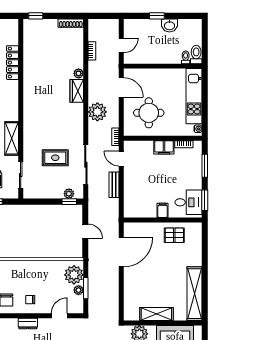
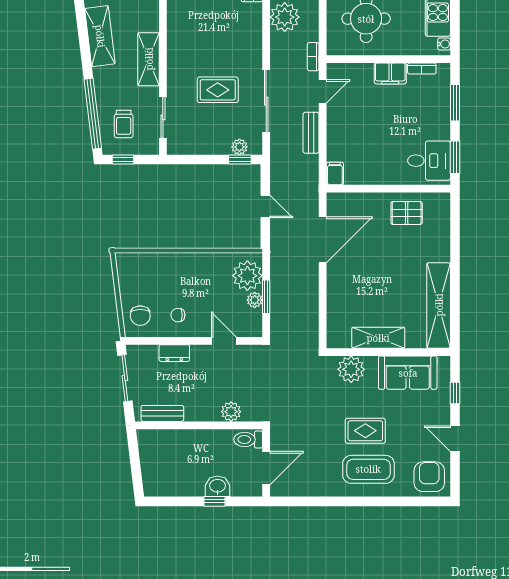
door: (121, 159) -> (323, 91), swing flipped
filing cabinet: (163, 210) -> (335, 173), moved
door: (59, 316) -> (224, 341), hinge flipped

